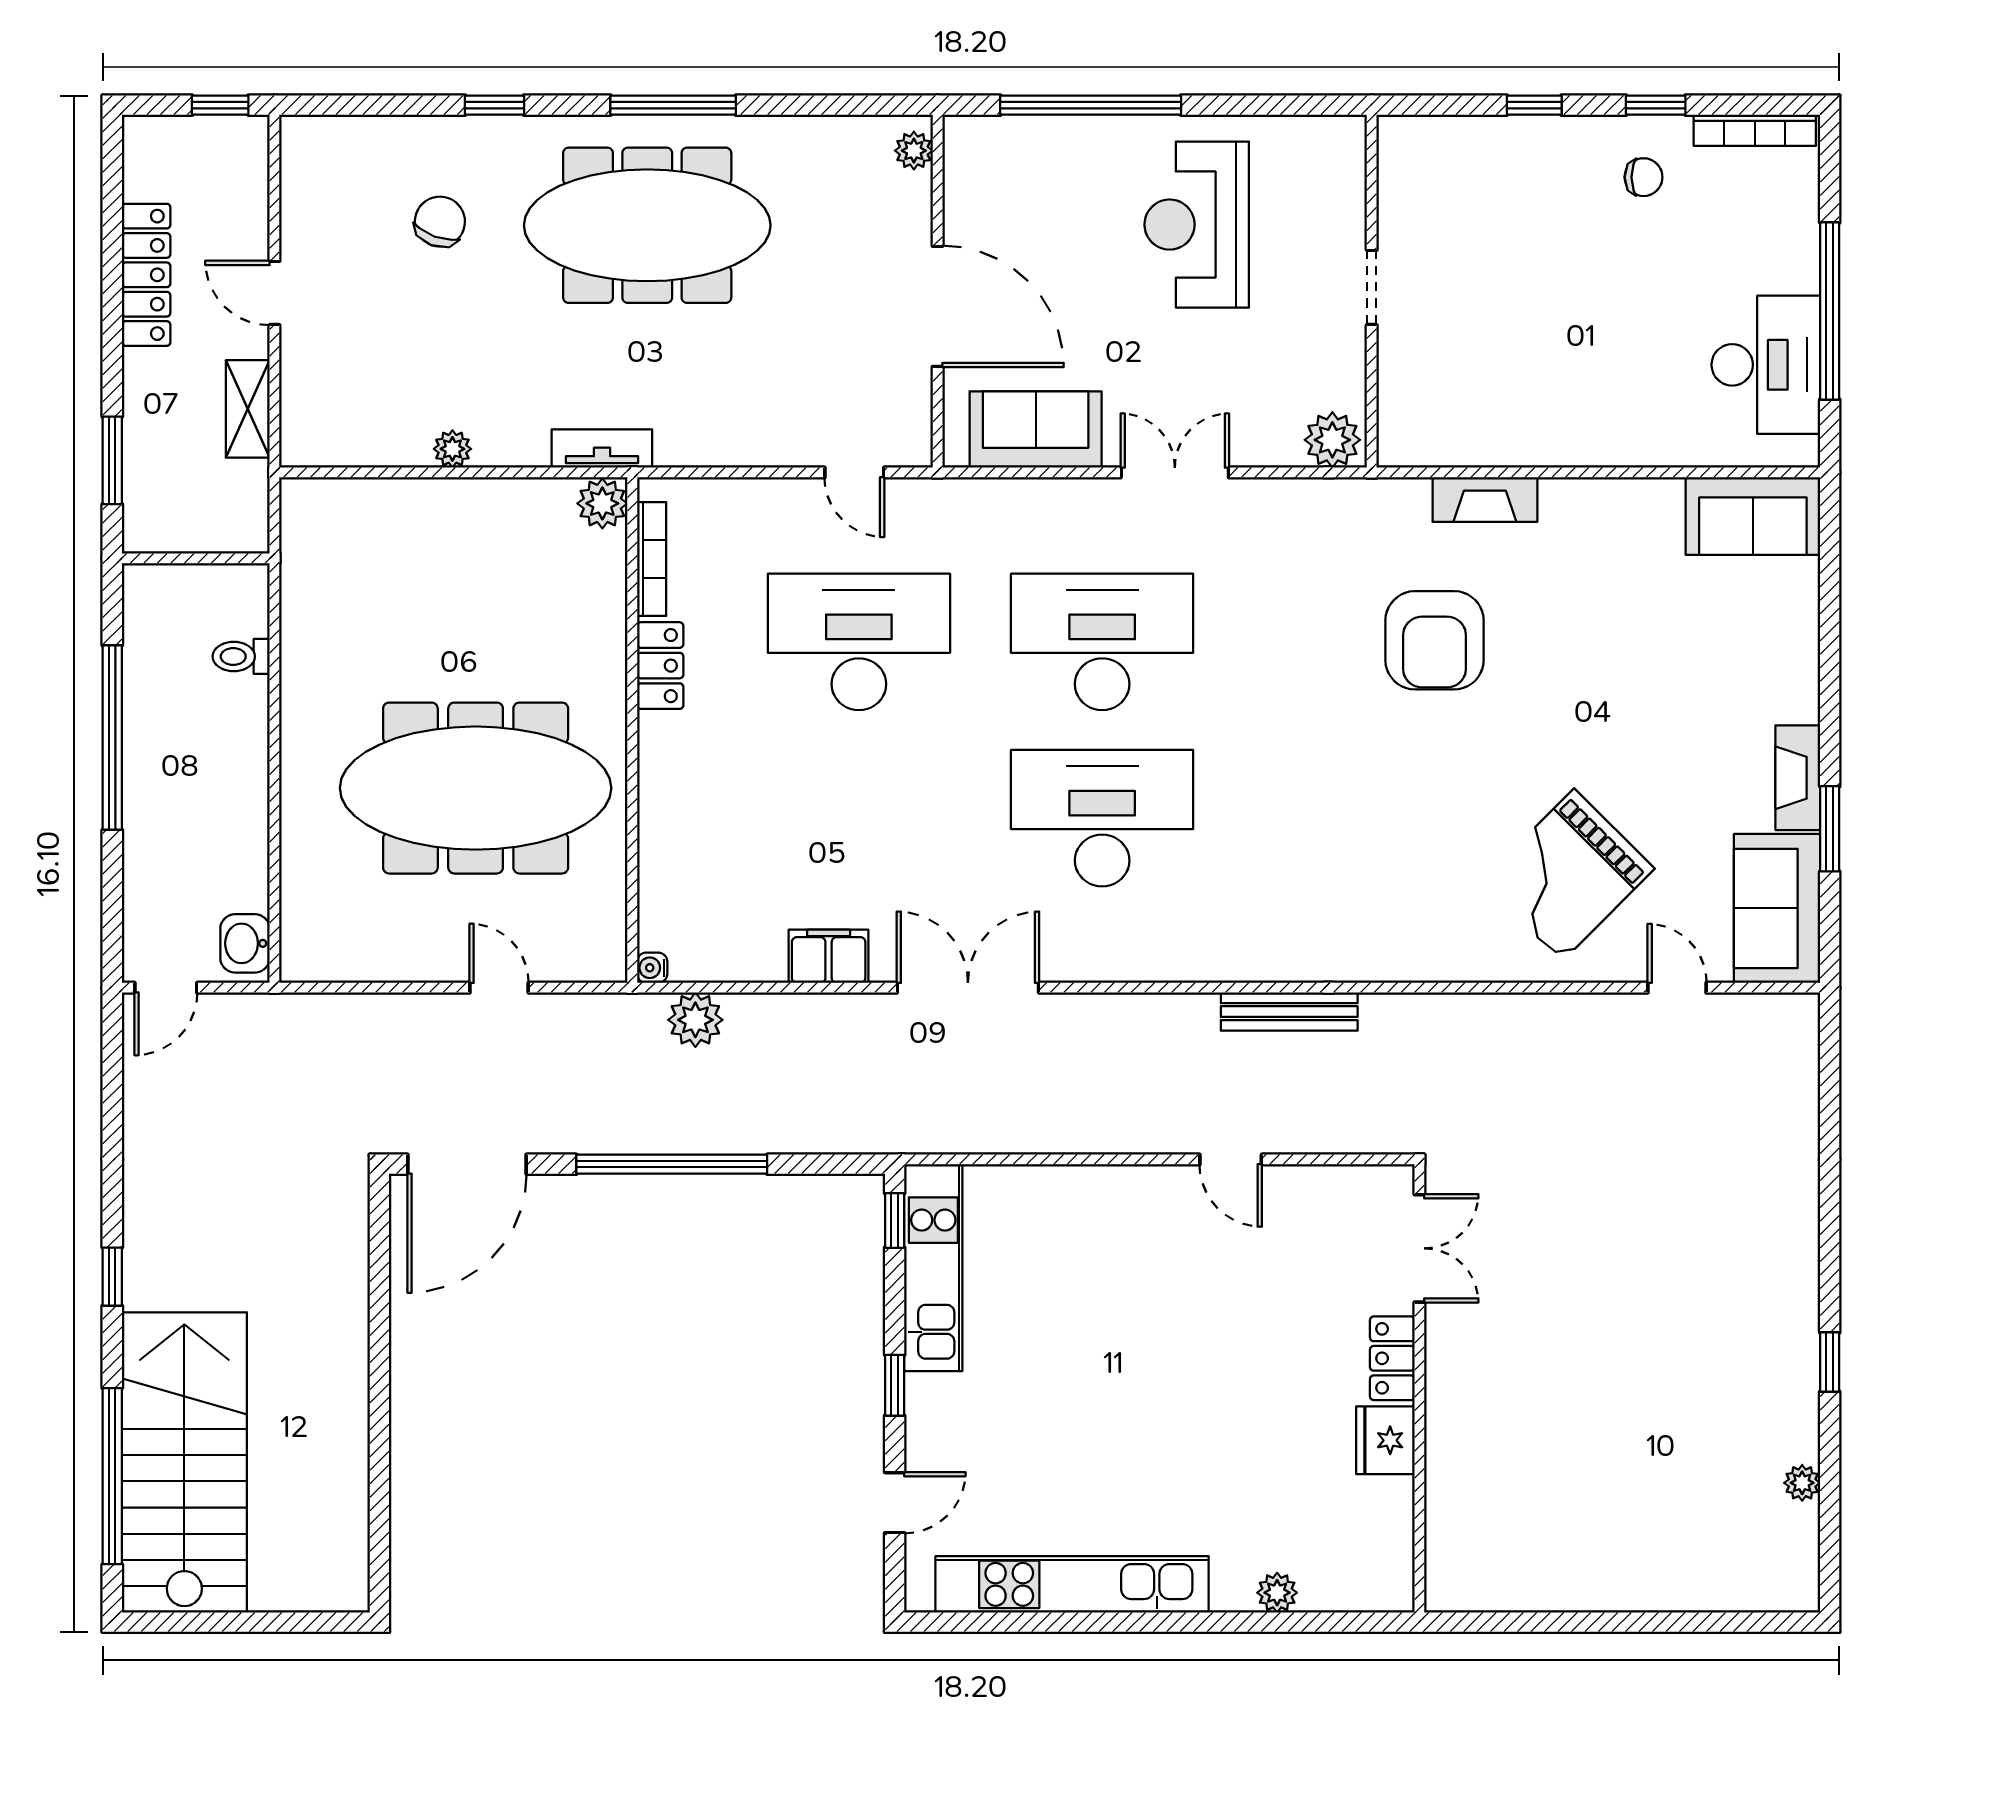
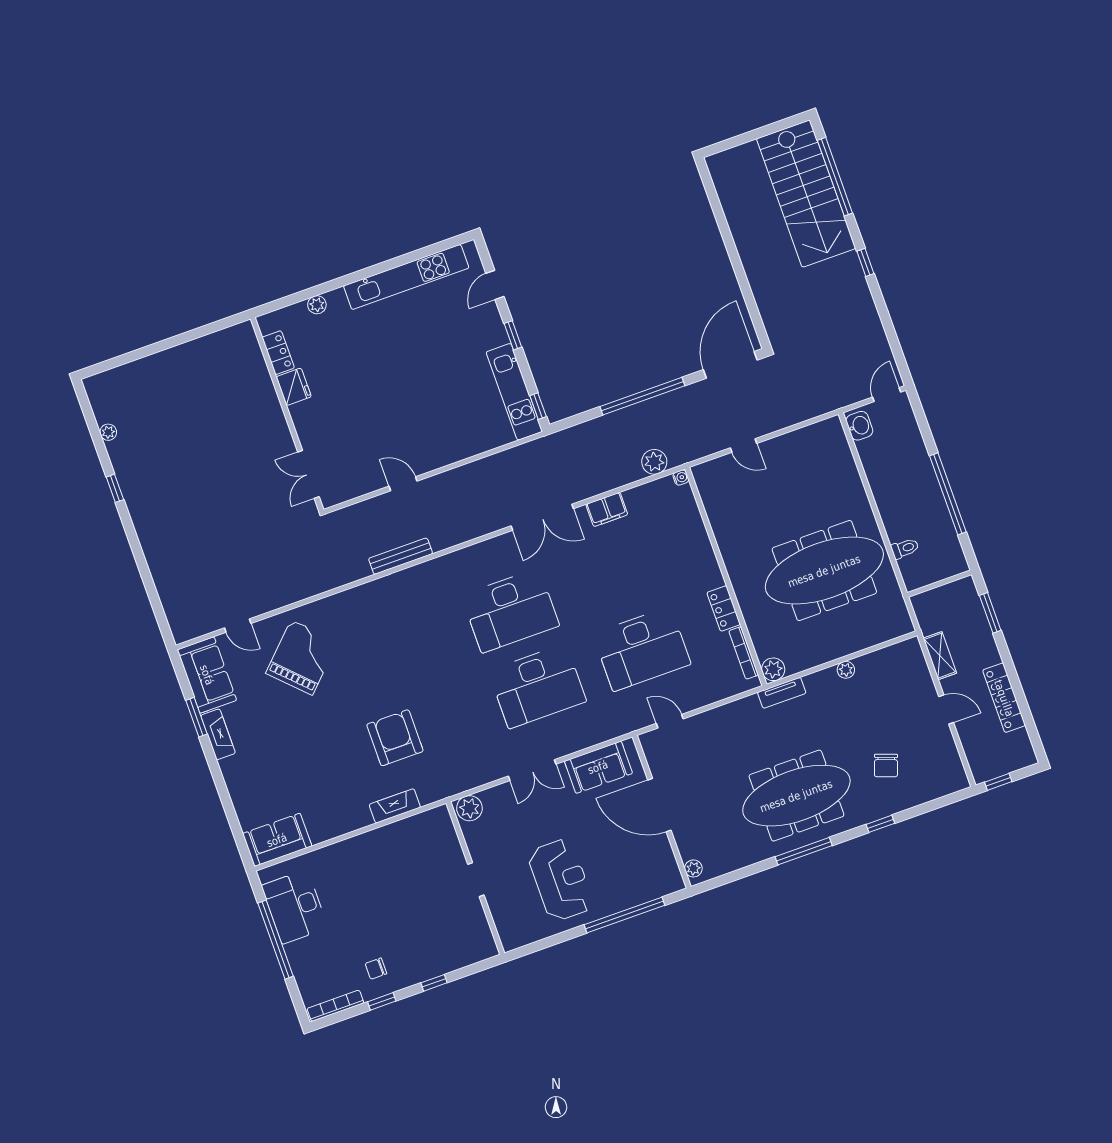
meeting table: (476, 788) -> (824, 571), moved
locker: (1392, 1358) -> (278, 353), moved

